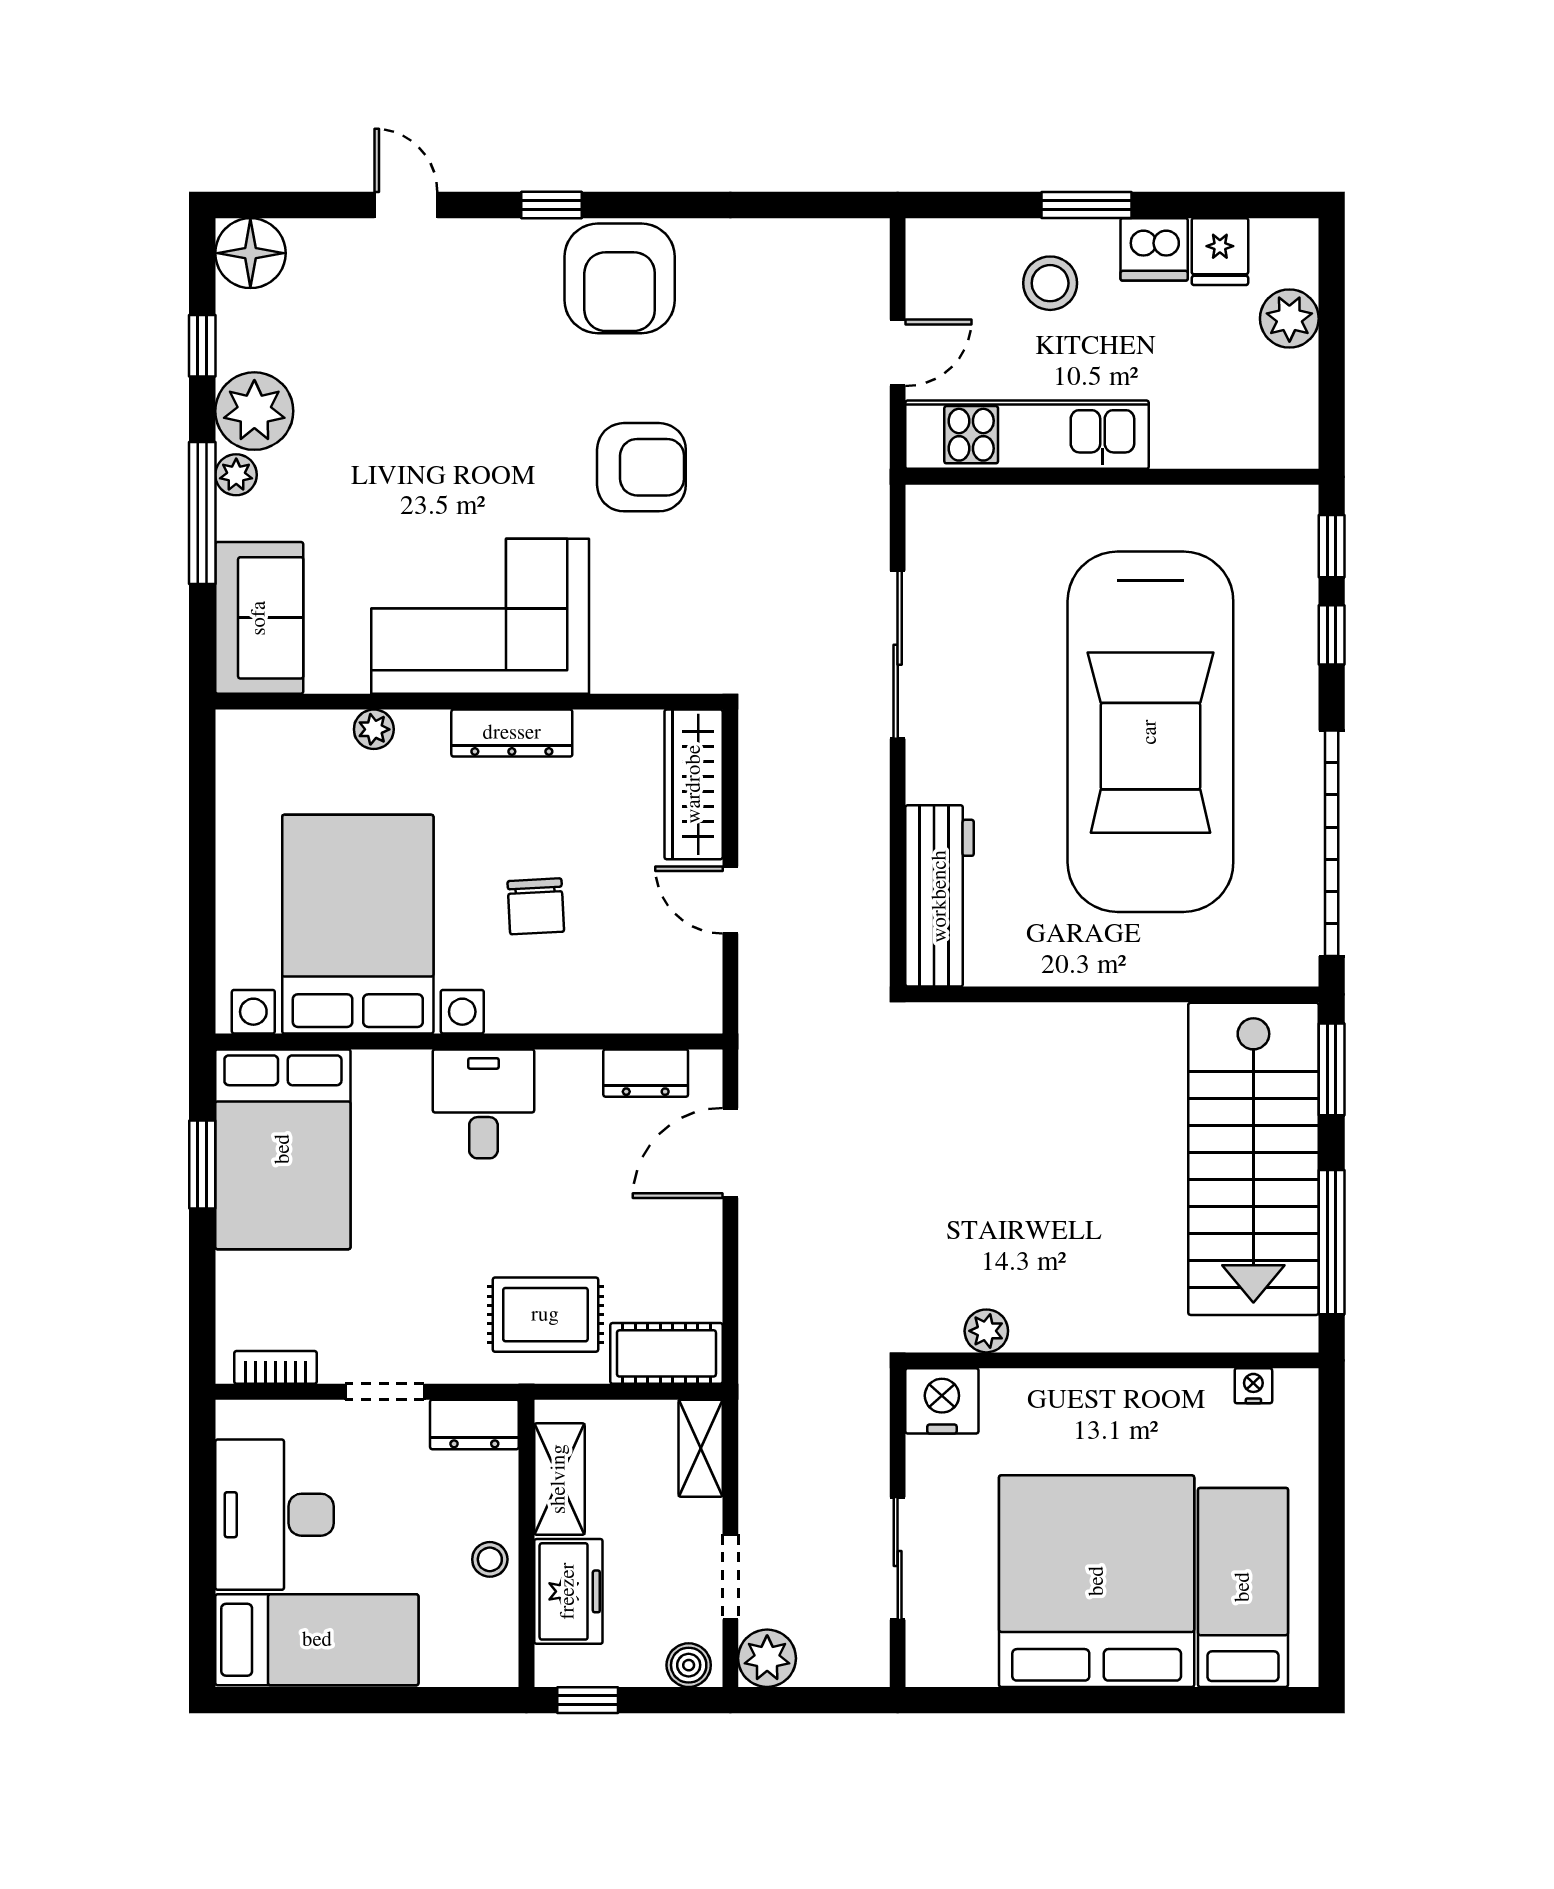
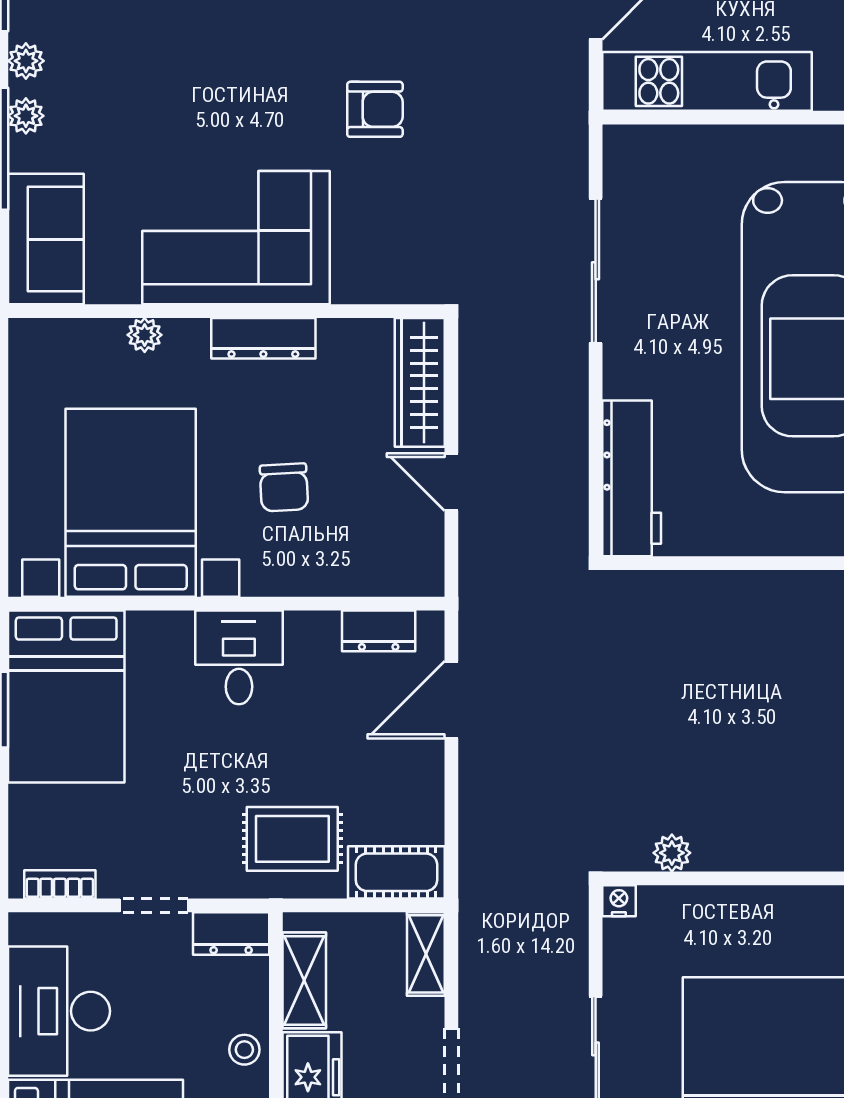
plant: (254, 411) -> (26, 61), width x0.53, depth x0.53
armchair: (641, 467) -> (375, 109), width x0.72, depth x0.72
nightstand: (942, 1401) -> (619, 901), width x0.53, depth x0.56

